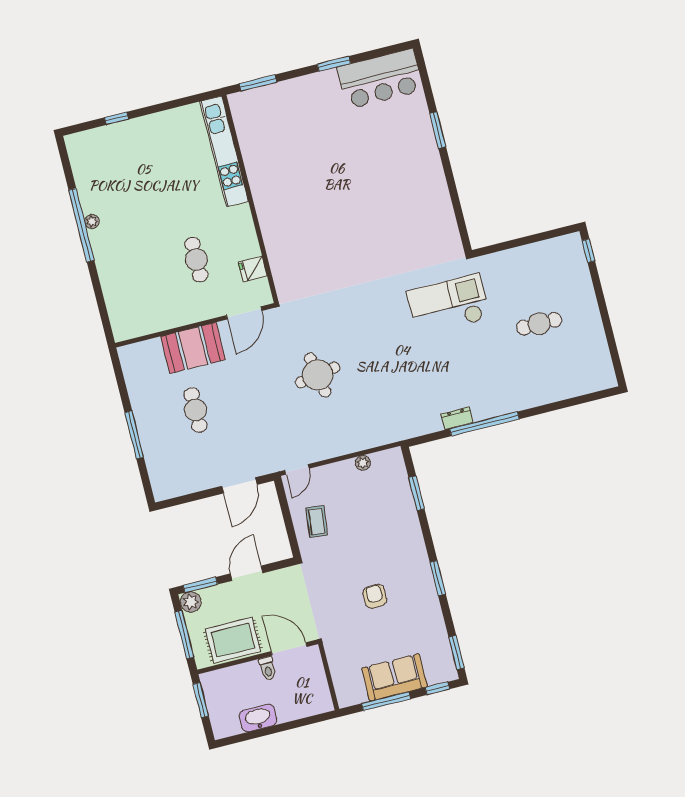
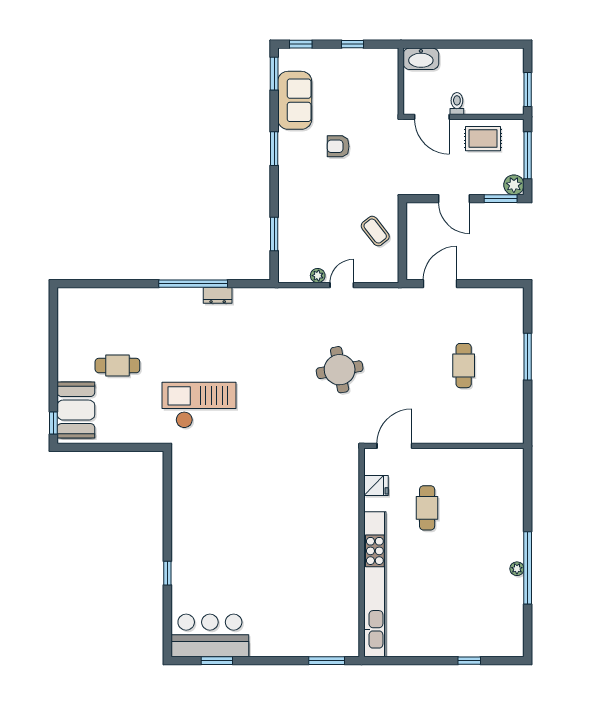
window: (334, 64) -> (217, 661), moved
window: (438, 130) -> (167, 573), width x0.67
kitchen unit: (224, 151) -> (375, 584), width x1.36
checkout: (448, 305) -> (199, 405), turned 180
booth: (193, 348) -> (76, 410), moved, turned 90
door: (297, 469) -> (342, 285), moved
coffee table: (317, 521) -> (375, 231), turned -44
door: (247, 573) -> (454, 199), hinge flipped
armchair: (375, 596) -> (338, 146), turned 90
rug: (233, 640) -> (483, 139), width x0.73, depth x0.70
sofa: (394, 677) -> (295, 100), moved, turned -90
window: (386, 701) -> (352, 44), width x0.46
washbasin: (258, 718) -> (421, 59), moved

